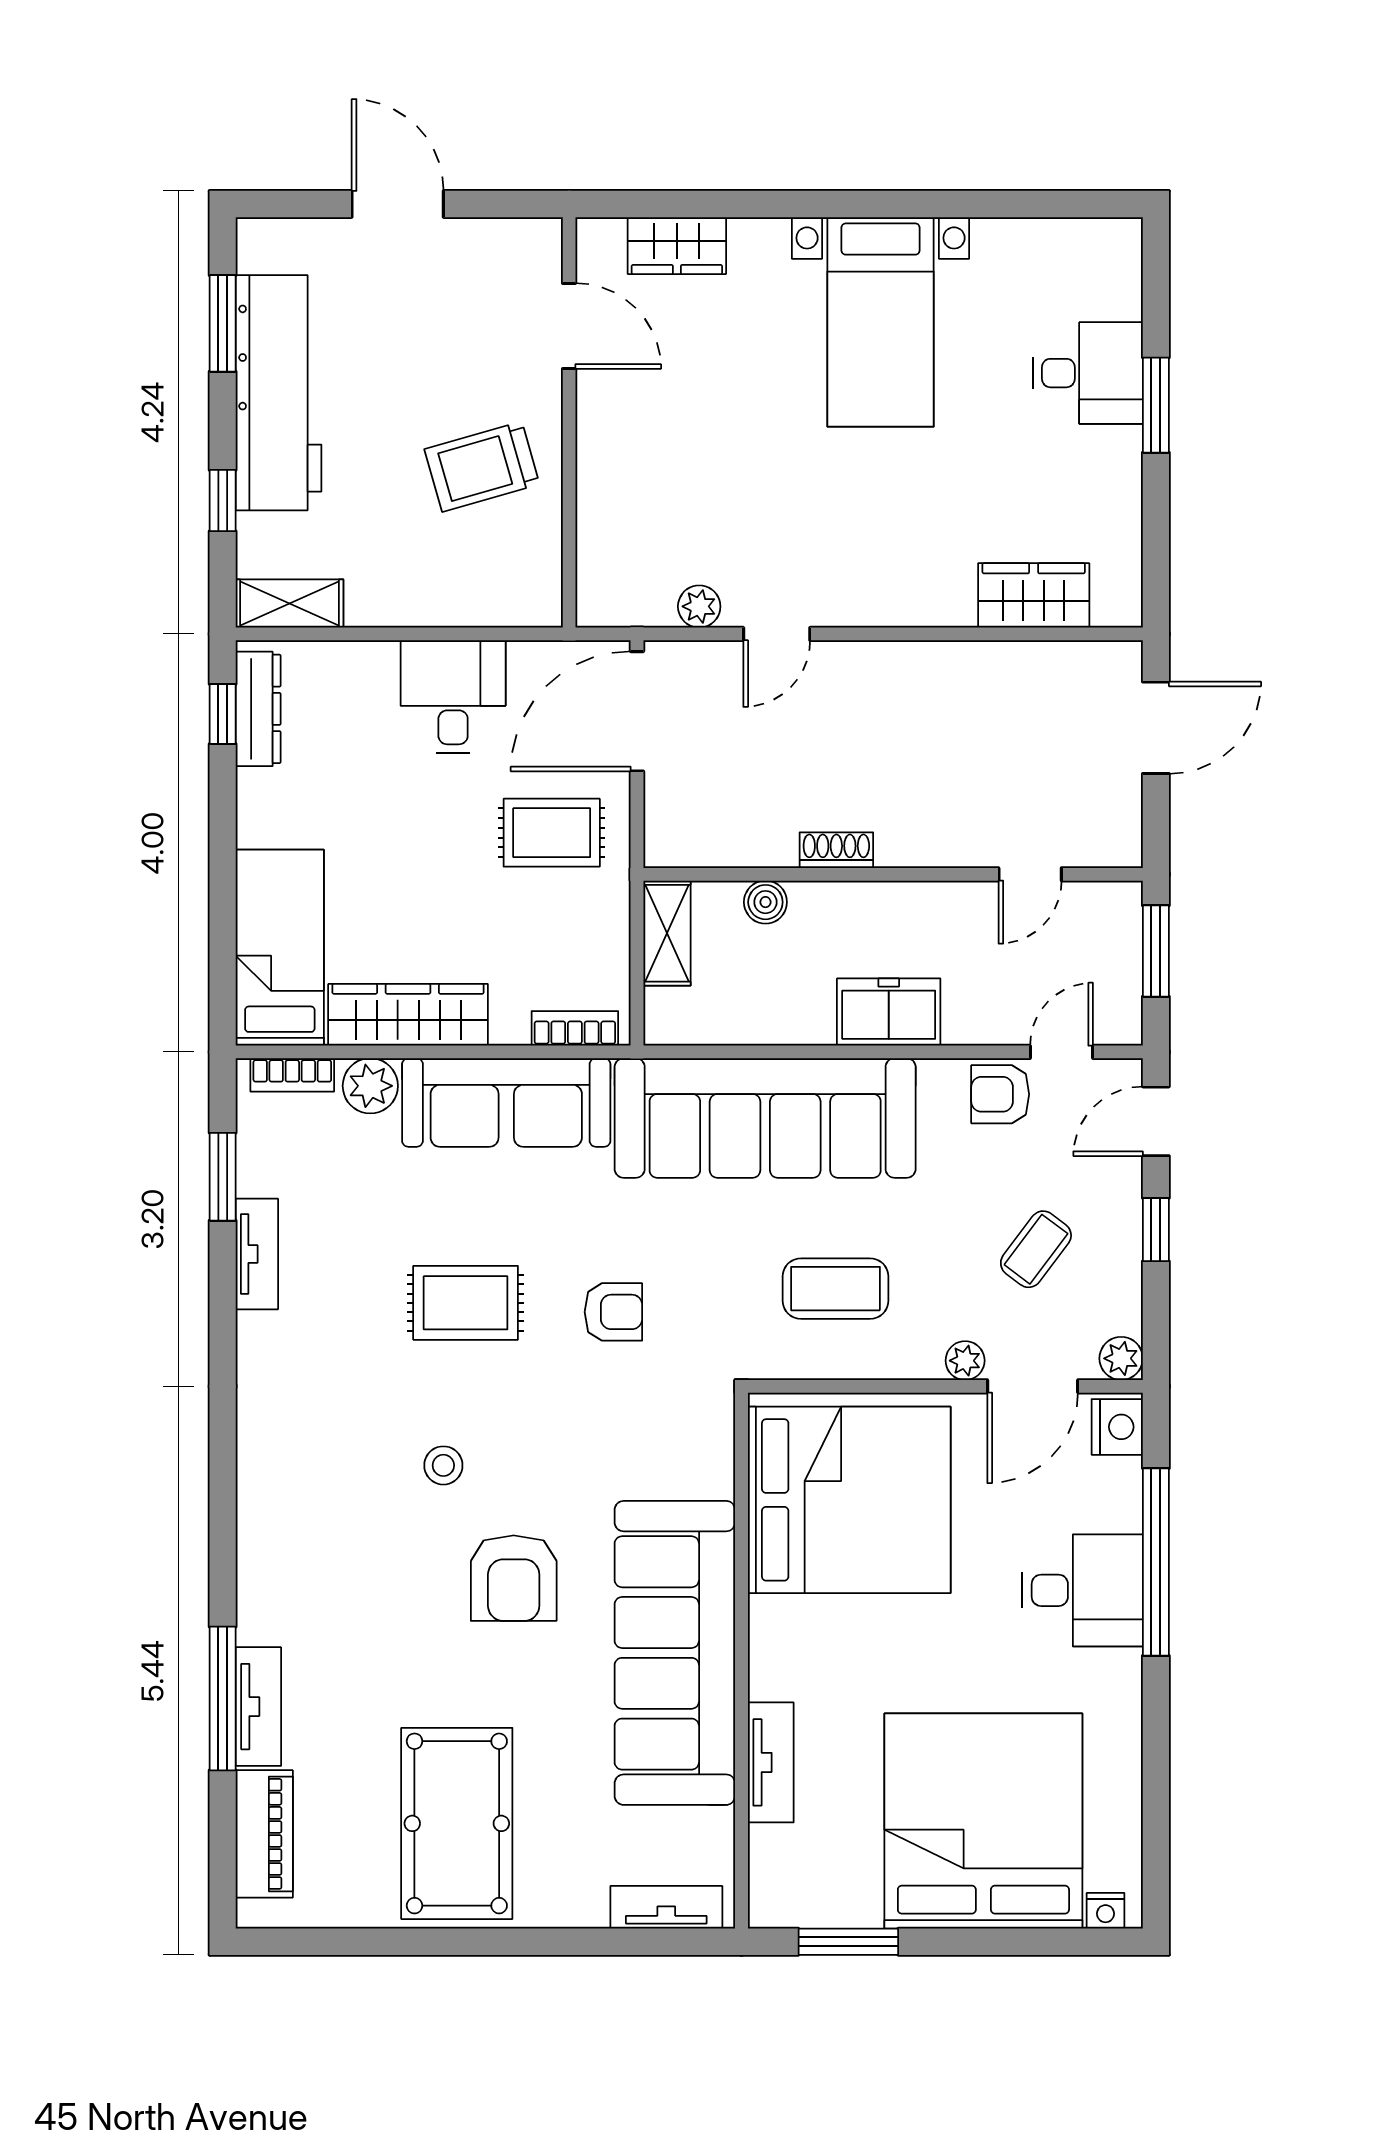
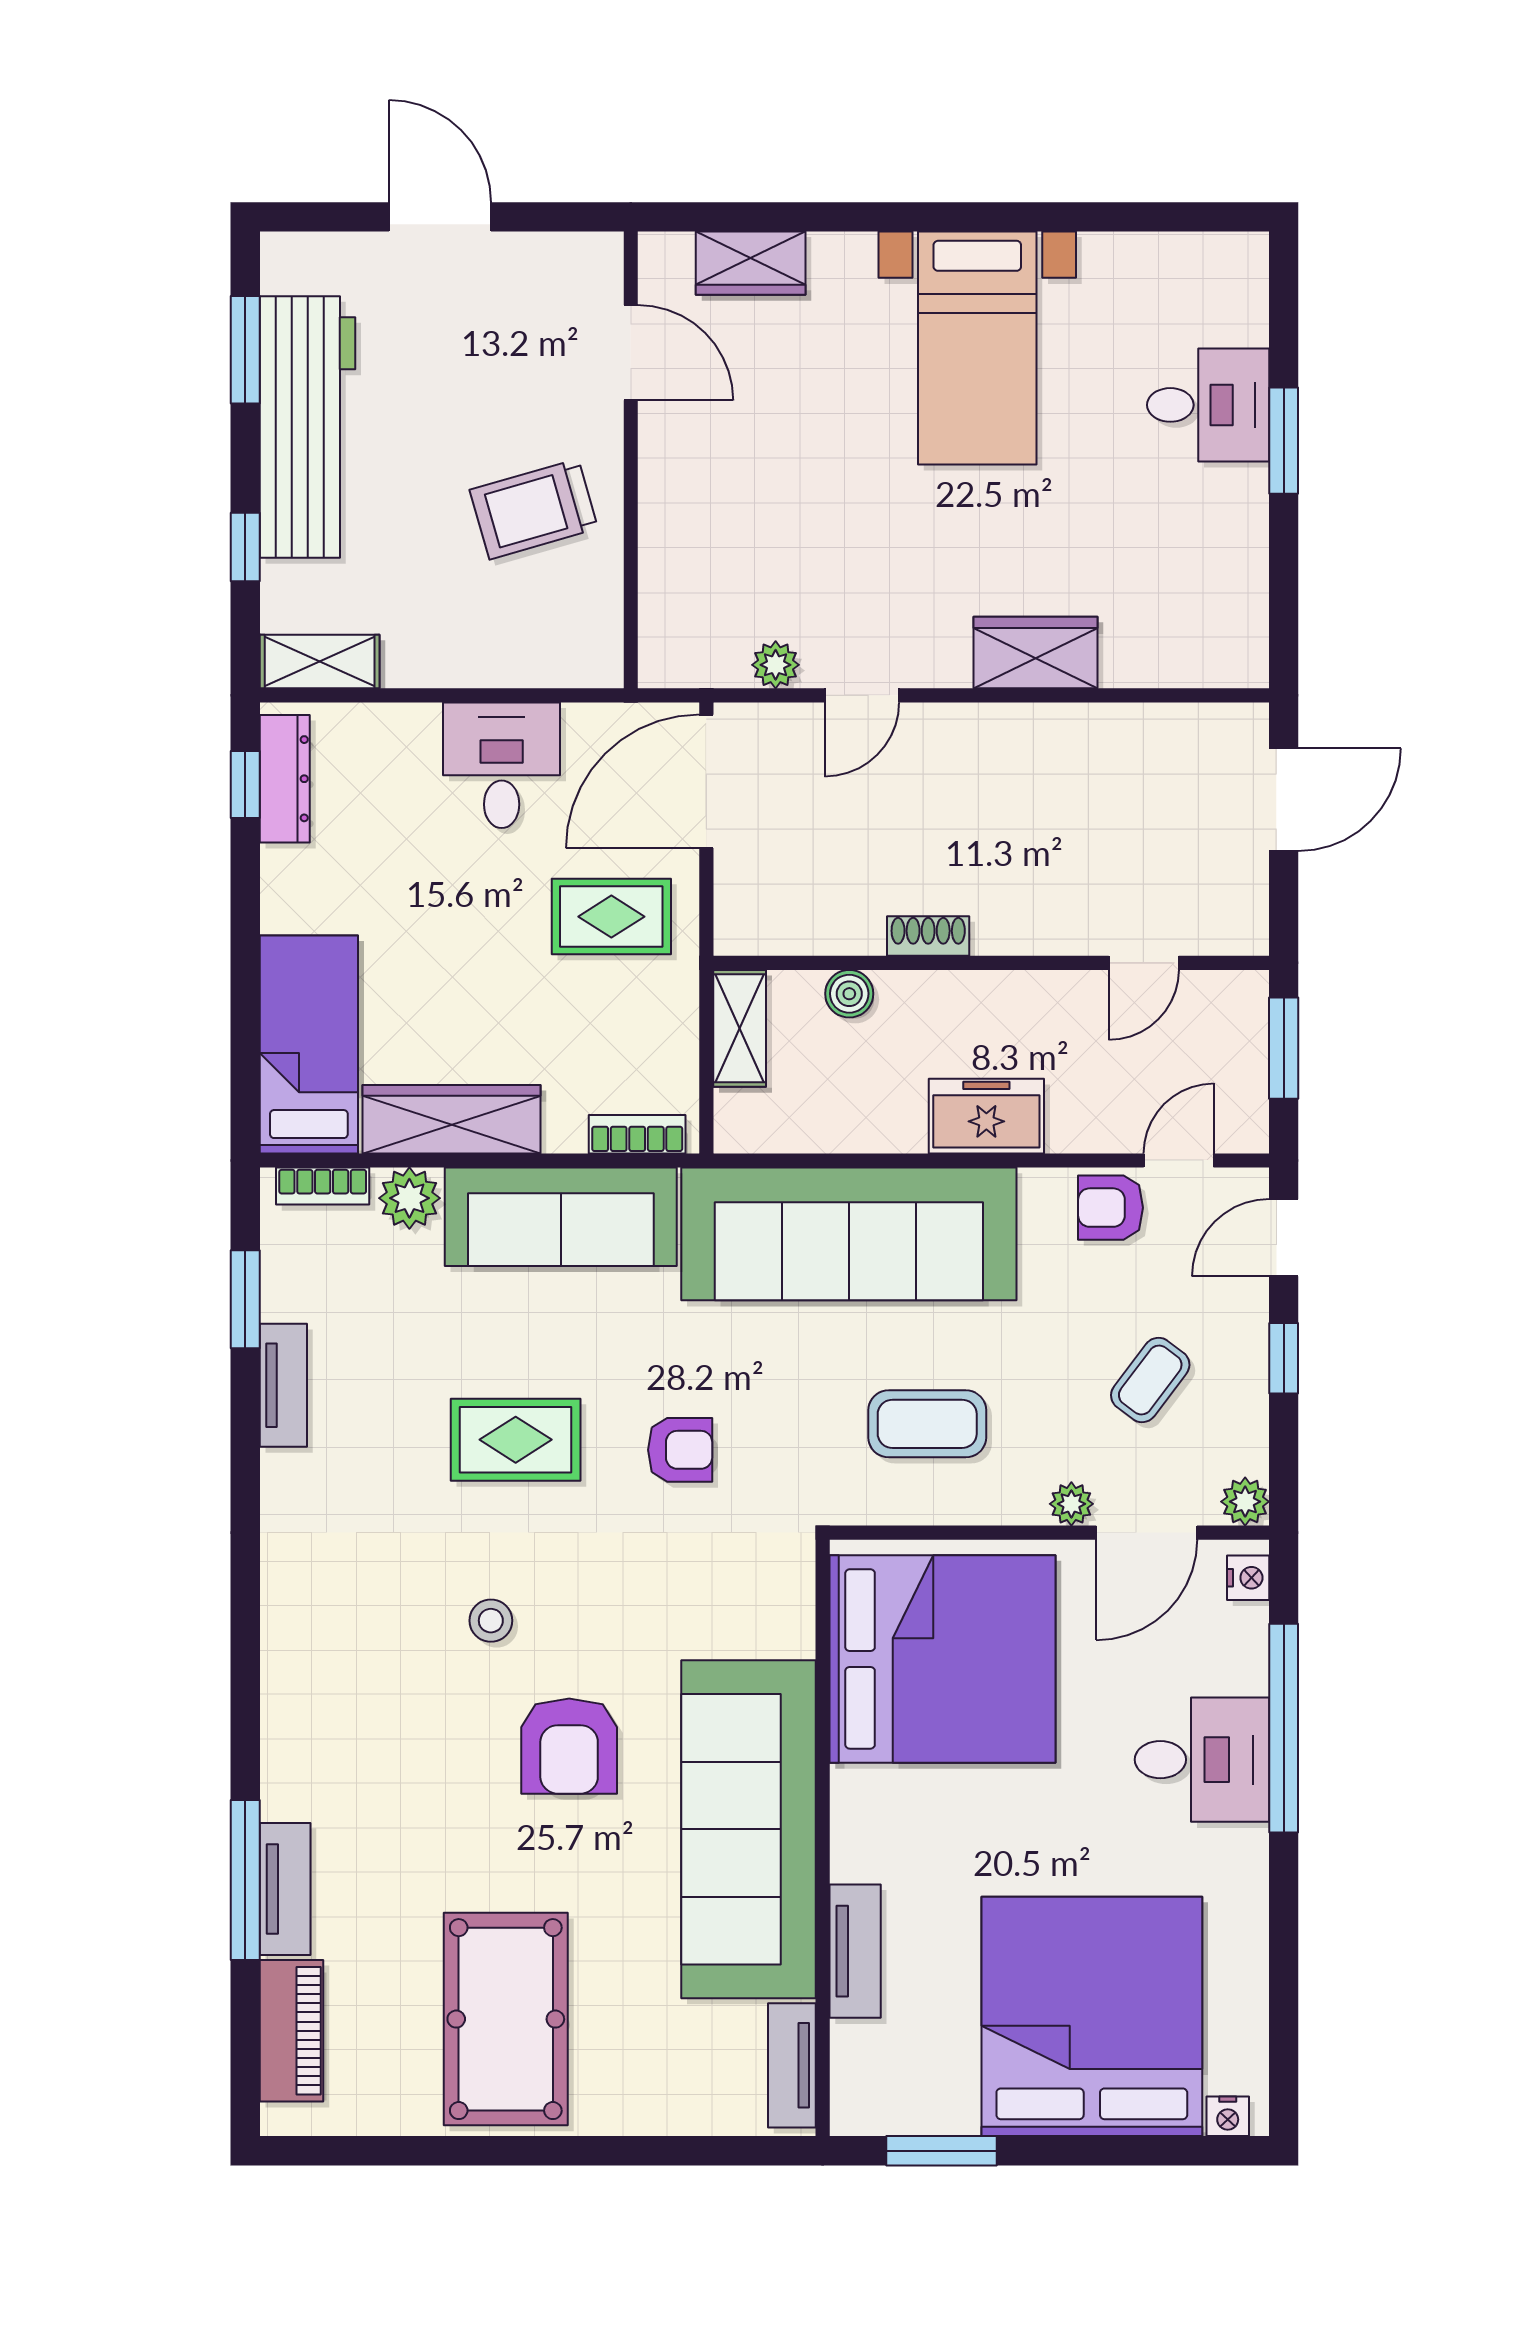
wardrobe: (1034, 595) -> (1035, 652), moved
nightstand: (1117, 1427) -> (1248, 1578), width x0.72, depth x0.74
tv unit: (666, 1907) -> (792, 2065), moved, turned -90

